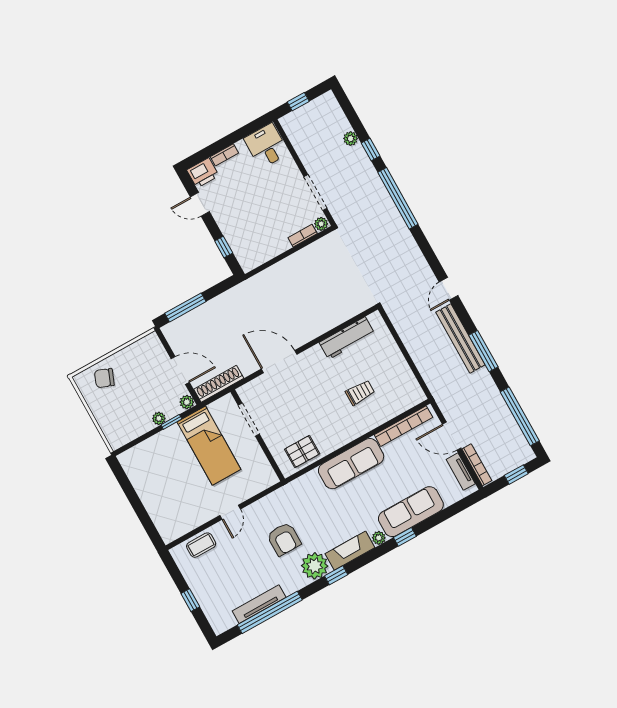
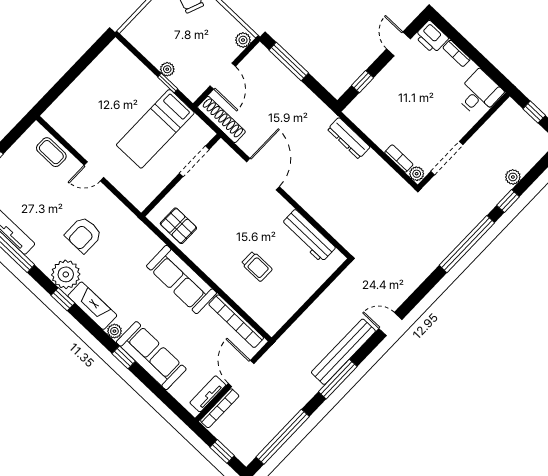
dresser: (271, 275) -> (349, 138), added
plant: (187, 402) -> (243, 40), moved

